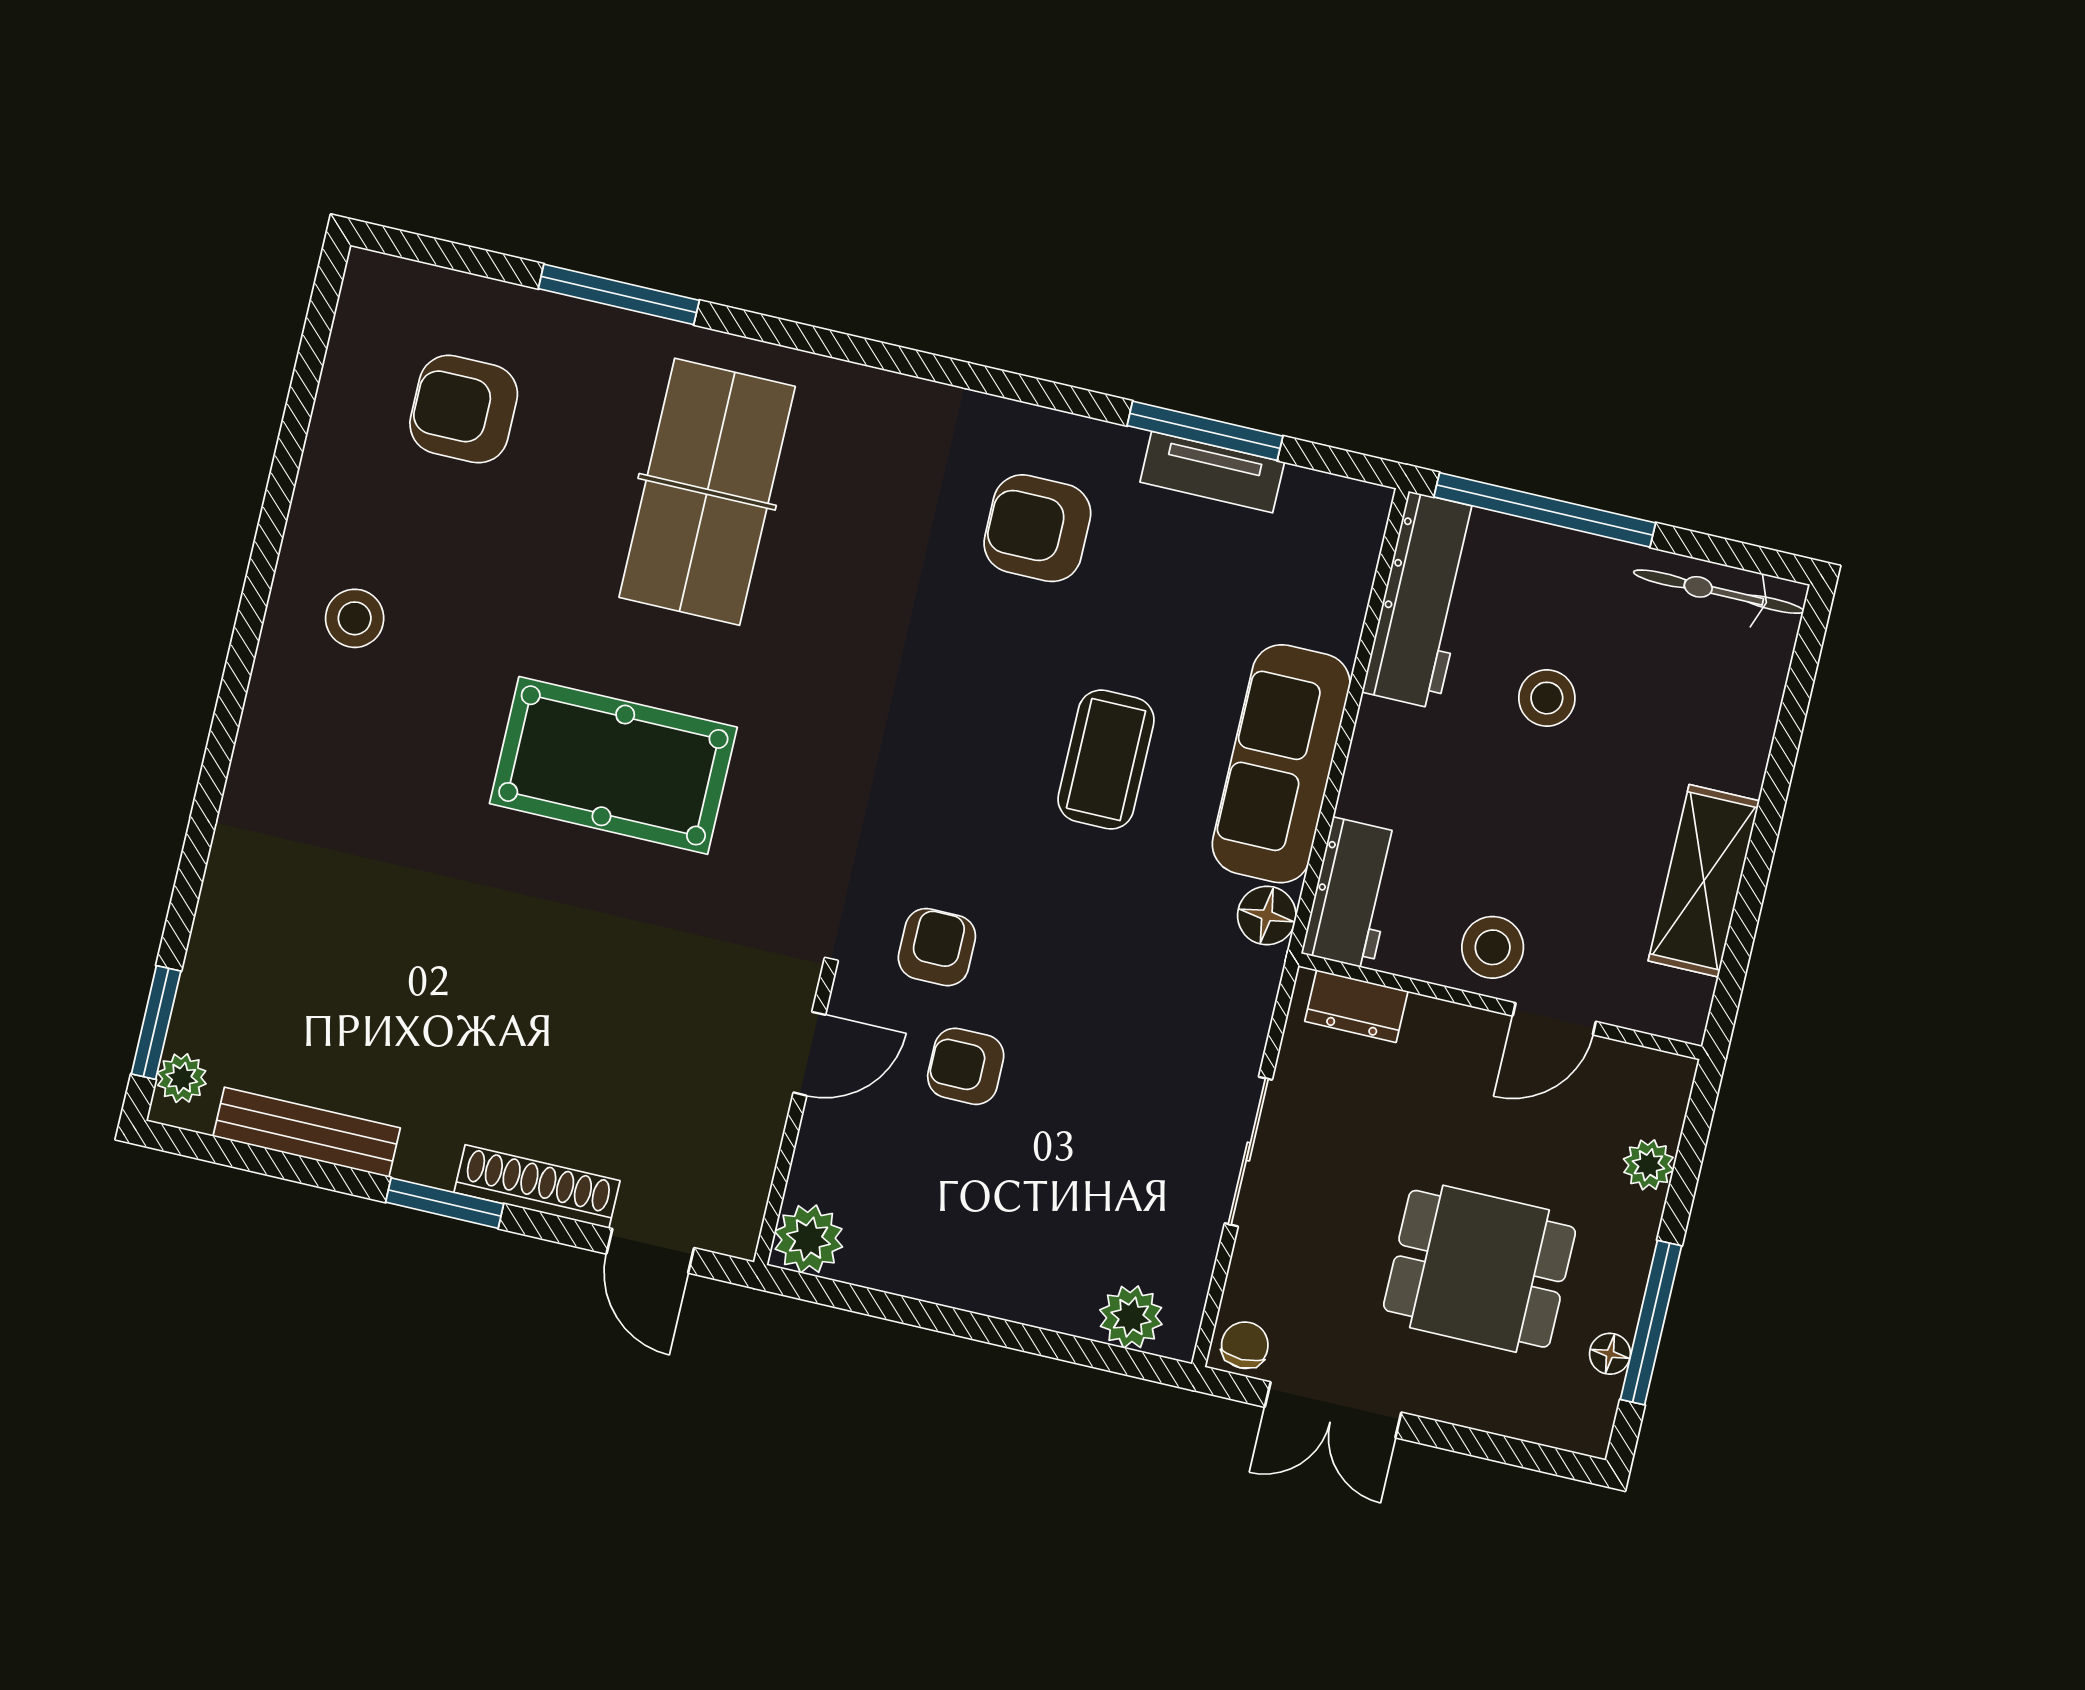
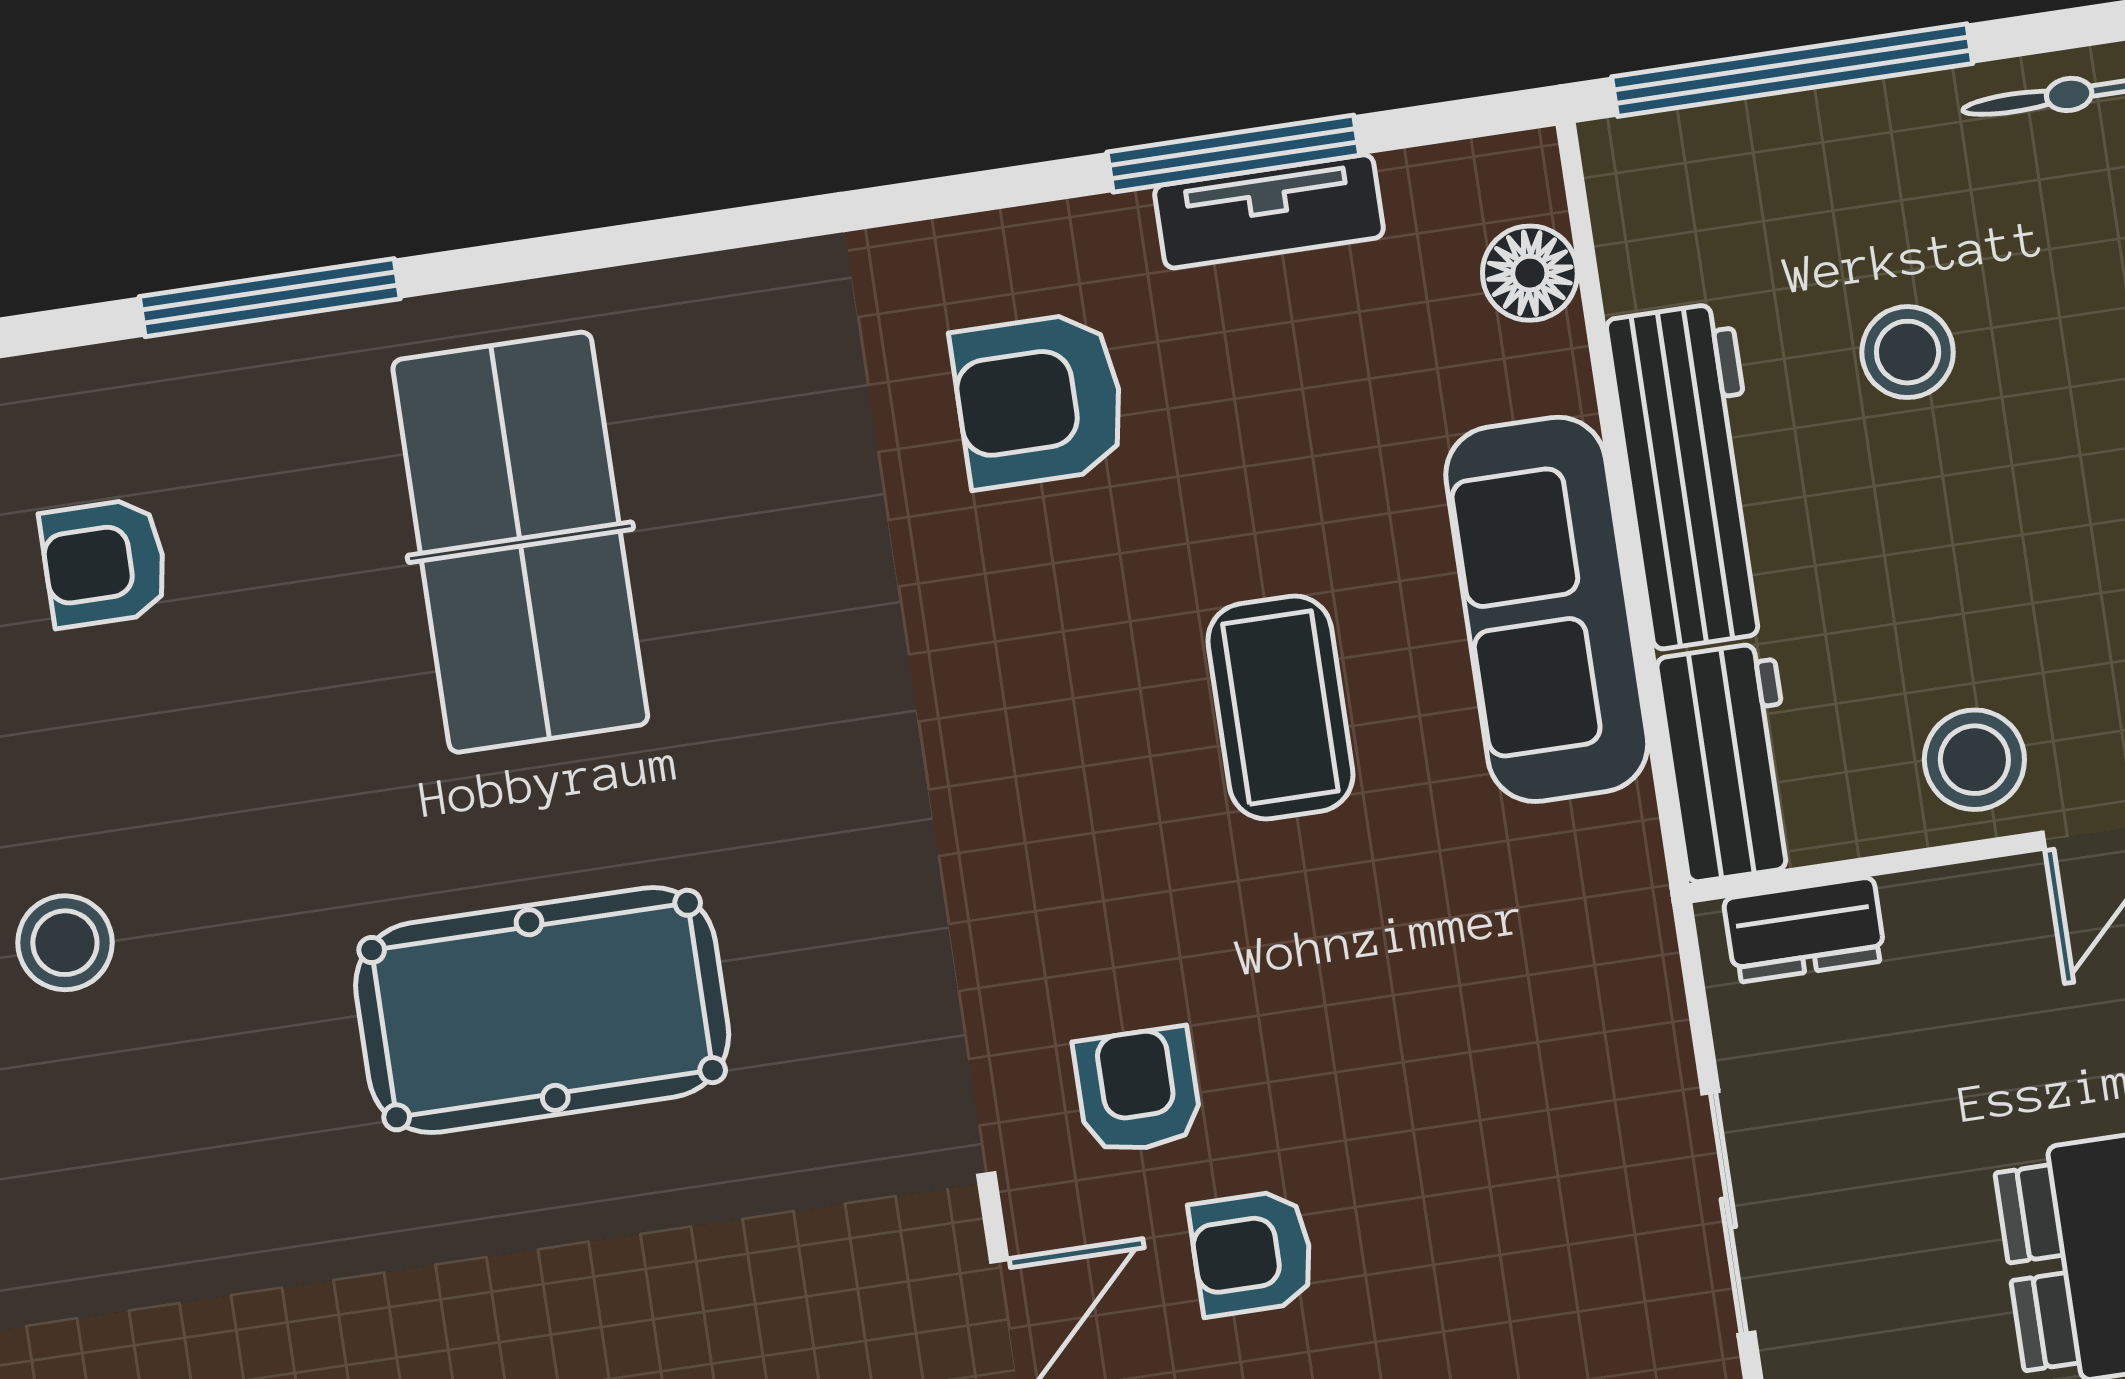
armchair: (464, 409) -> (104, 563), width x0.72, depth x0.72
workbench: (1423, 600) -> (1692, 476), moved
floor lamp: (1267, 915) -> (1530, 273), moved

